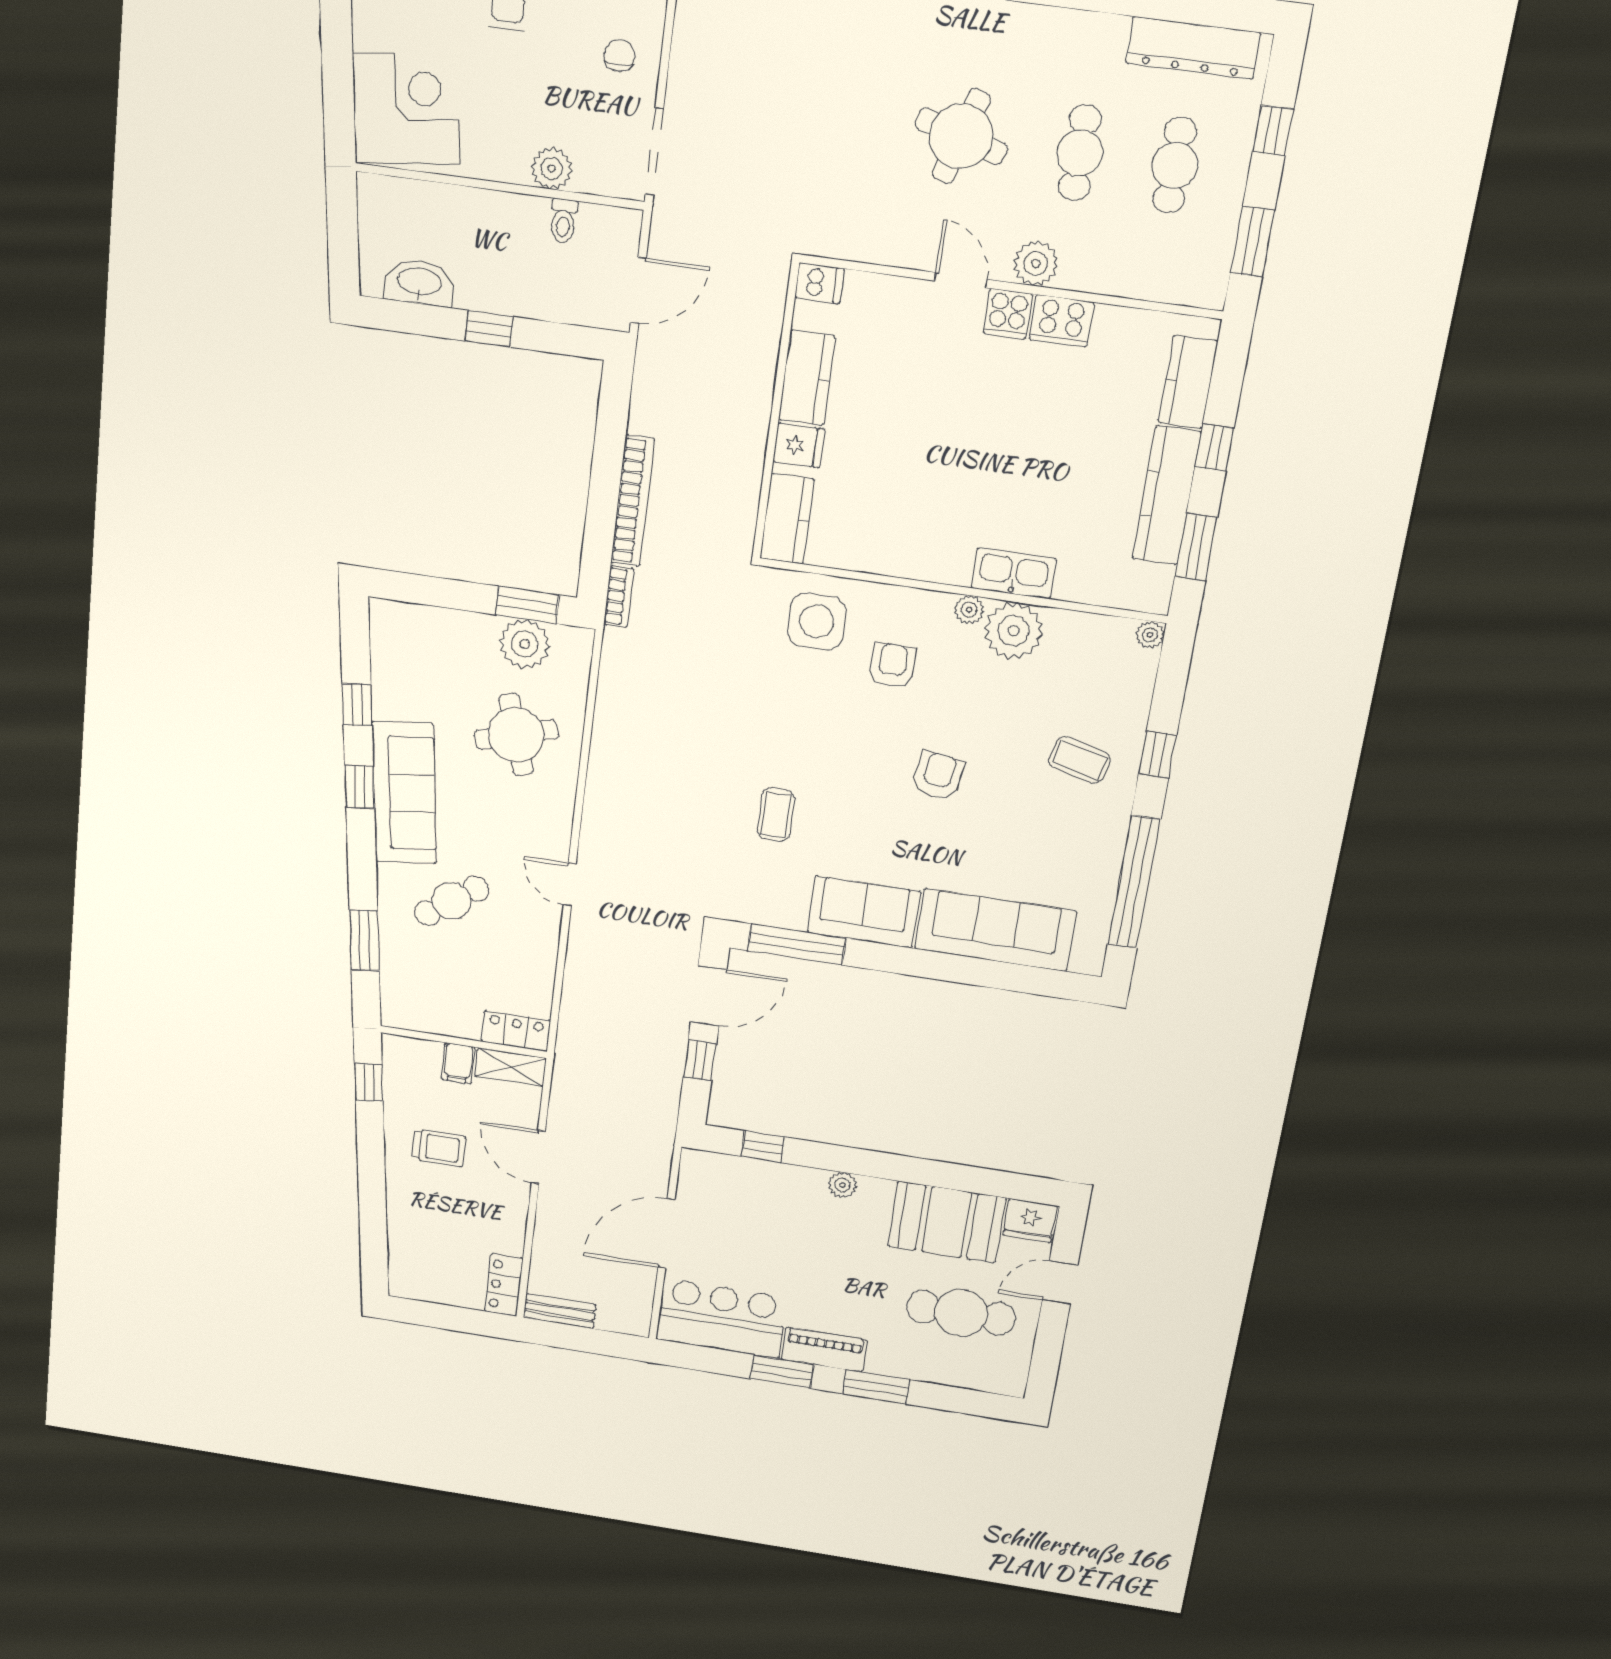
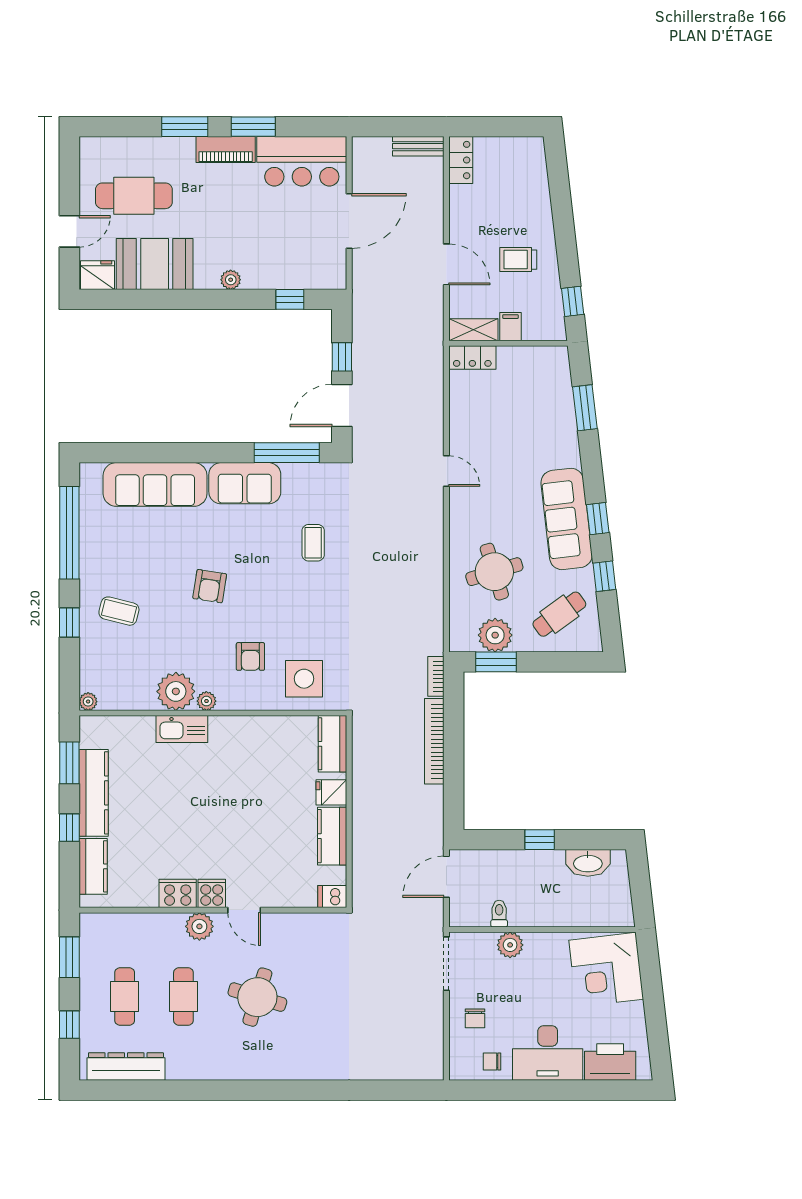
cafe table: (452, 901) -> (559, 614), moved

